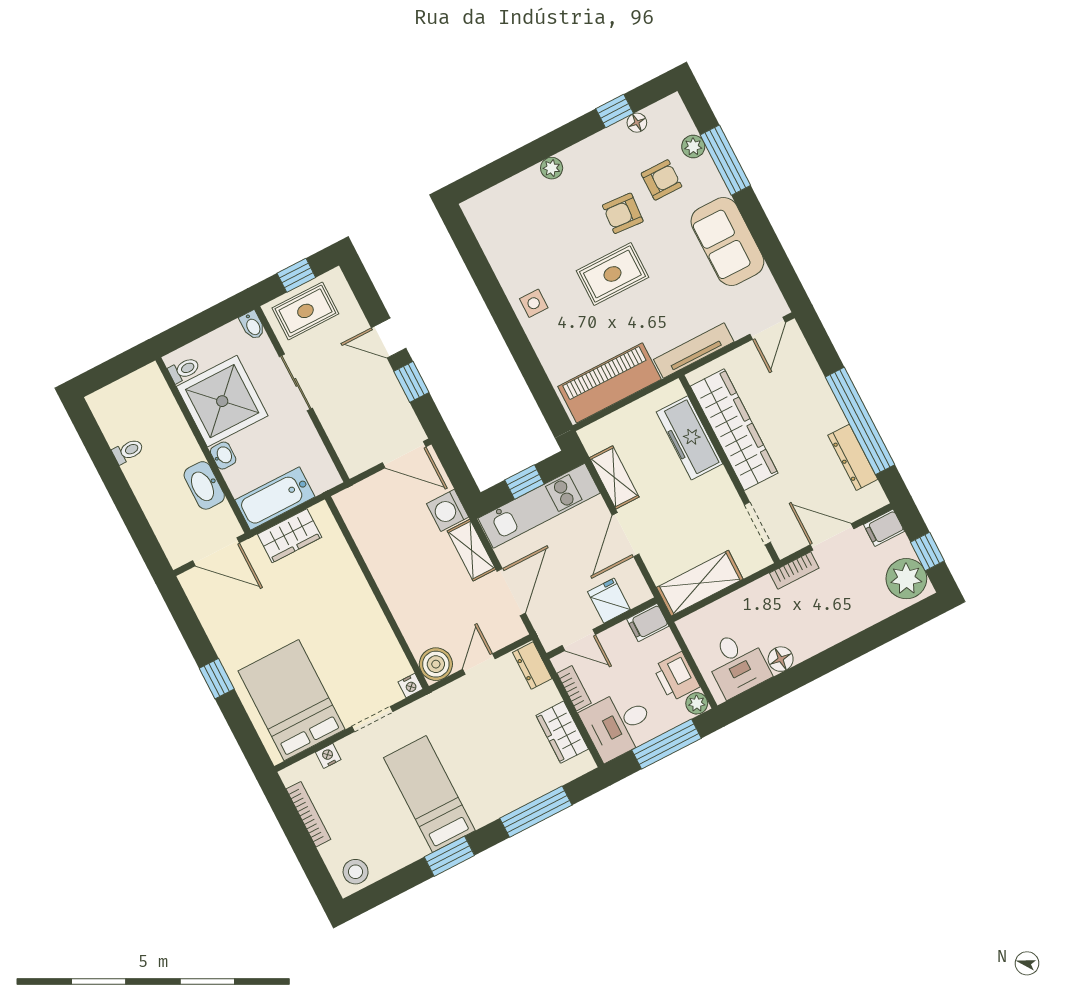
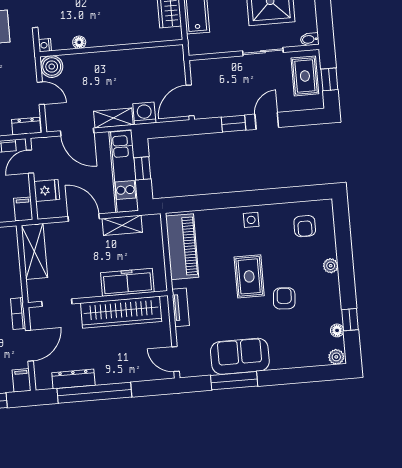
plant: (693, 147) -> (336, 357), moved
window: (725, 160) -> (234, 381), moved
armchair: (661, 180) -> (305, 226), moved
tv unit: (694, 351) -> (181, 307), width x0.71
floor lamp: (387, 640) -> (79, 42), added

